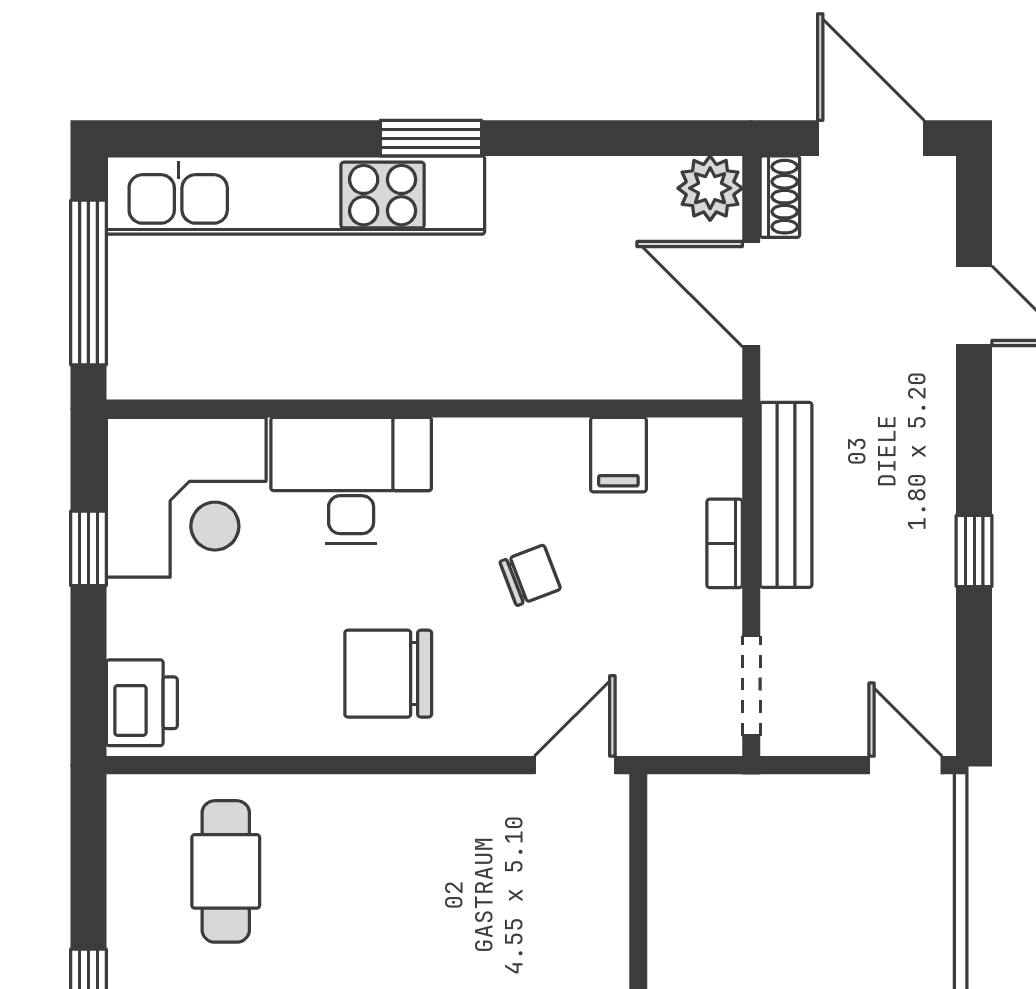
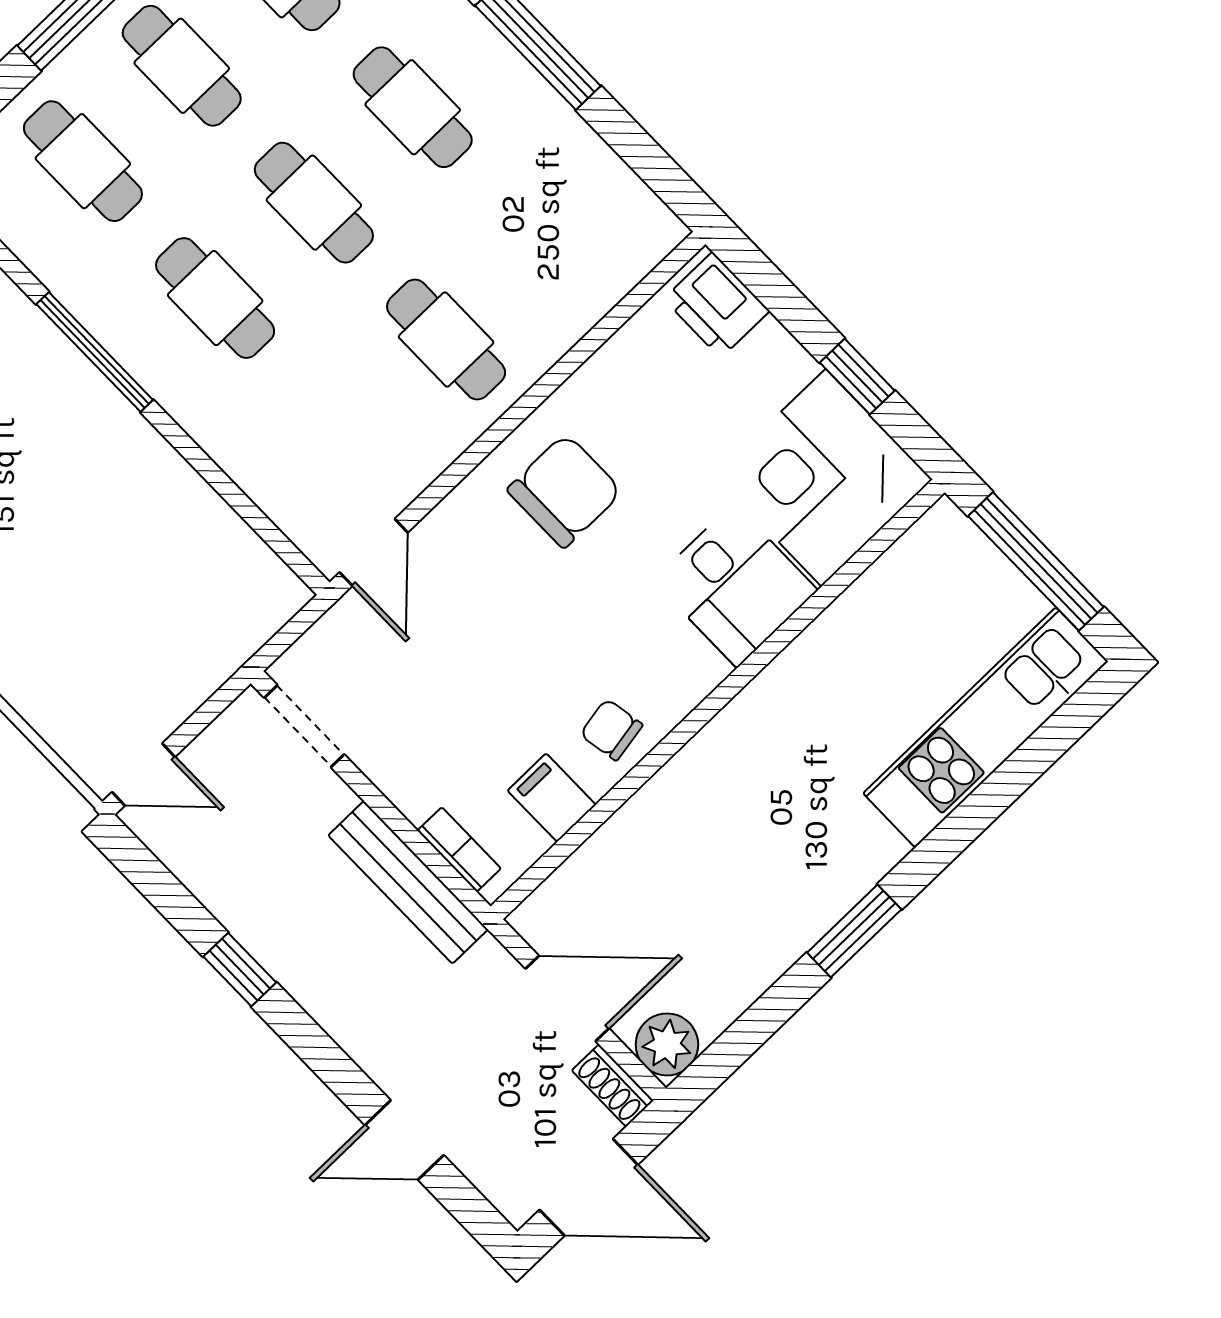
window: (431, 138) -> (854, 931), moved
kitchen unit: (296, 195) -> (986, 727), width x0.73
desk: (351, 481) -> (735, 585), width x0.73
bookcase: (725, 543) -> (459, 850), moved
chair: (530, 575) -> (611, 730), moved, turned 101
cafe table: (226, 871) -> (446, 339), moved

